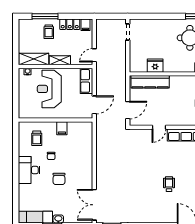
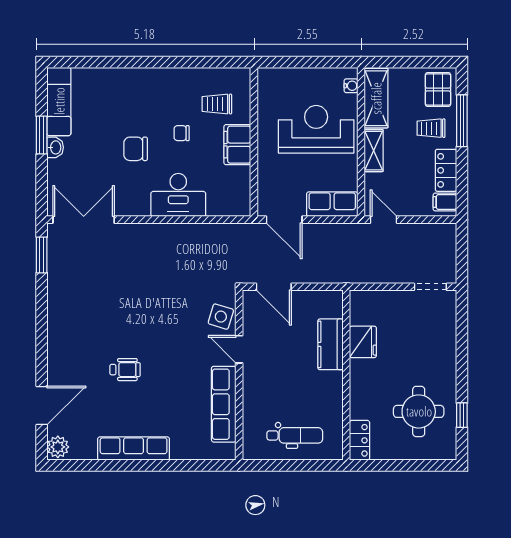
pallet: (29, 28) -> (438, 90), added
kitchen counter: (150, 82) -> (330, 344), width x0.67
filing cabinet: (62, 128) -> (237, 145), width x2.00
side table: (143, 136) -> (221, 317), added
desk: (29, 170) -> (178, 195), moved, turned 180

